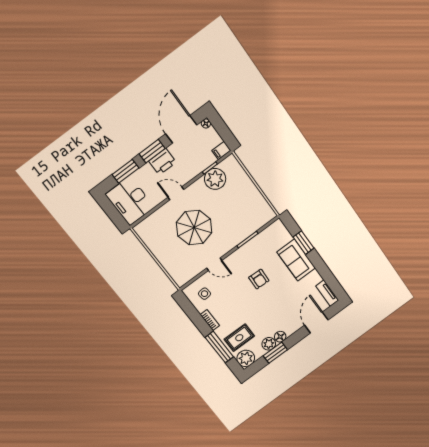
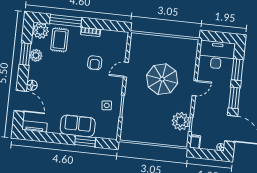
printer: (163, 162) -> (222, 98), removed
armchair: (259, 279) -> (95, 63), moved, turned -92
side table: (205, 294) -> (107, 105), moved
floor lamp: (280, 337) -> (32, 85), moved

